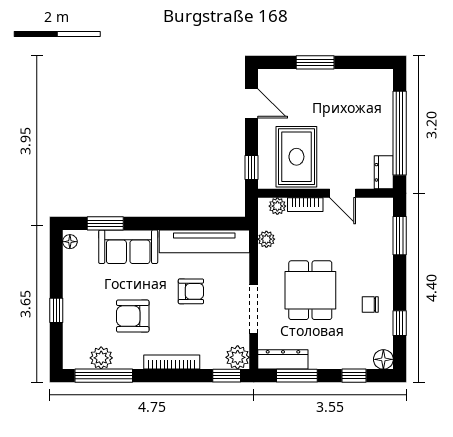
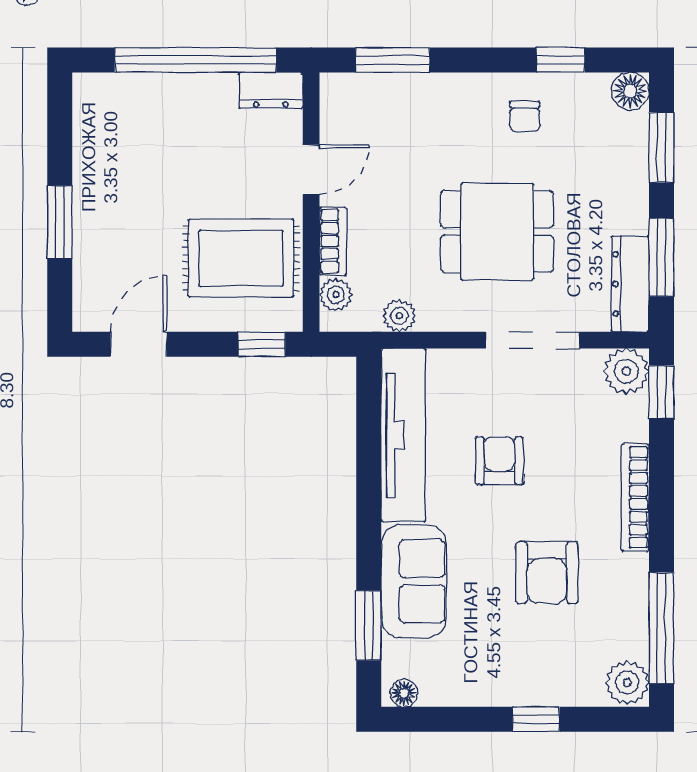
plant: (101, 358) -> (627, 682), moved
window: (354, 376) -> (661, 147), width x1.50

